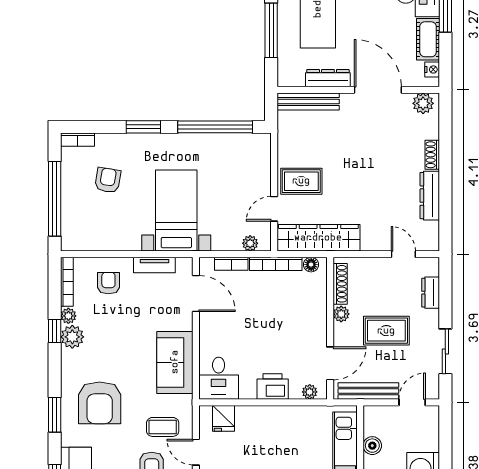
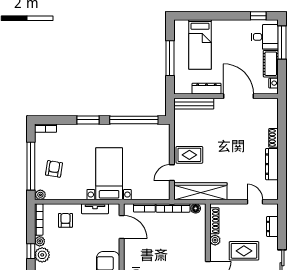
plant: (423, 103) -> (268, 105), removed
armchair: (108, 180) -> (54, 169), moved
plant: (250, 243) -> (40, 195), moved

